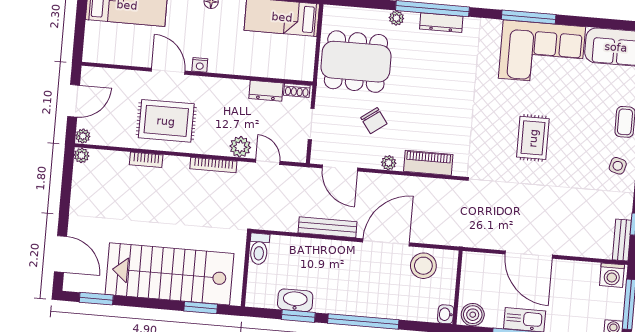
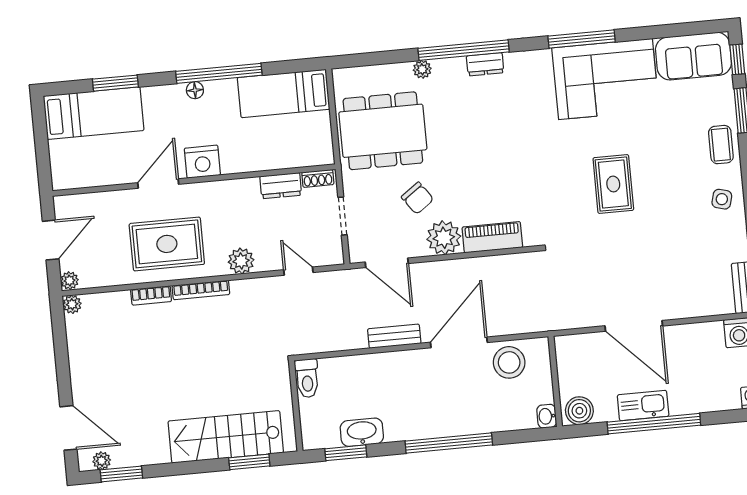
dresser: (441, 23) -> (485, 64), width x0.70
nightstand: (200, 65) -> (202, 162), width x1.89, depth x1.79
door: (168, 71) -> (158, 184), hinge flipped
plant: (240, 147) -> (241, 261), moved
plant: (389, 163) -> (444, 238), width x1.88, depth x1.88
bookcase: (213, 165) -> (201, 290), moved
bench: (327, 227) -> (394, 336), width x0.73
stairs: (170, 274) -> (226, 437), width x0.73, depth x0.66
plant: (82, 285) -> (102, 461), added
window: (298, 316) -> (346, 453), moved

